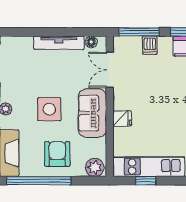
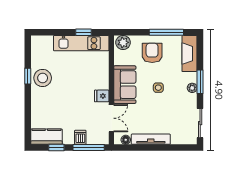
side table: (49, 109) -> (158, 88), width x0.54, depth x0.54
fridge: (122, 119) -> (102, 96), moved
armchair: (57, 154) -> (152, 53), turned 180
window: (39, 181) -> (166, 32), width x0.68

